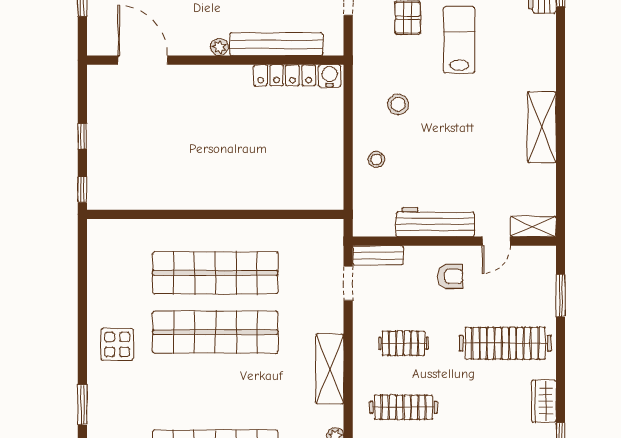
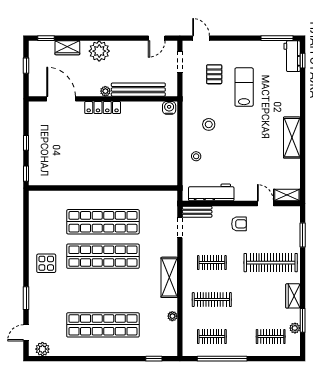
locker: (285, 75) -> (103, 108), moved
workbench: (435, 222) -> (211, 192), moved
door: (496, 241) -> (265, 204), swing flipped

